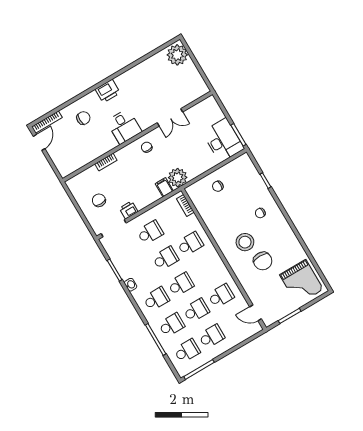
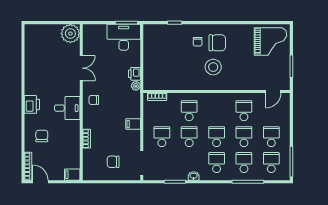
plant: (177, 55) -> (70, 34), moved
filing cabinet: (64, 169) -> (72, 175), added
plant: (178, 178) -> (136, 86), width x0.53, depth x0.53
chair: (218, 186) -> (157, 63), removed
filing cabinet: (164, 187) -> (133, 124), moved
printer: (129, 210) -> (134, 74), moved
chair: (263, 261) -> (217, 43), moved

